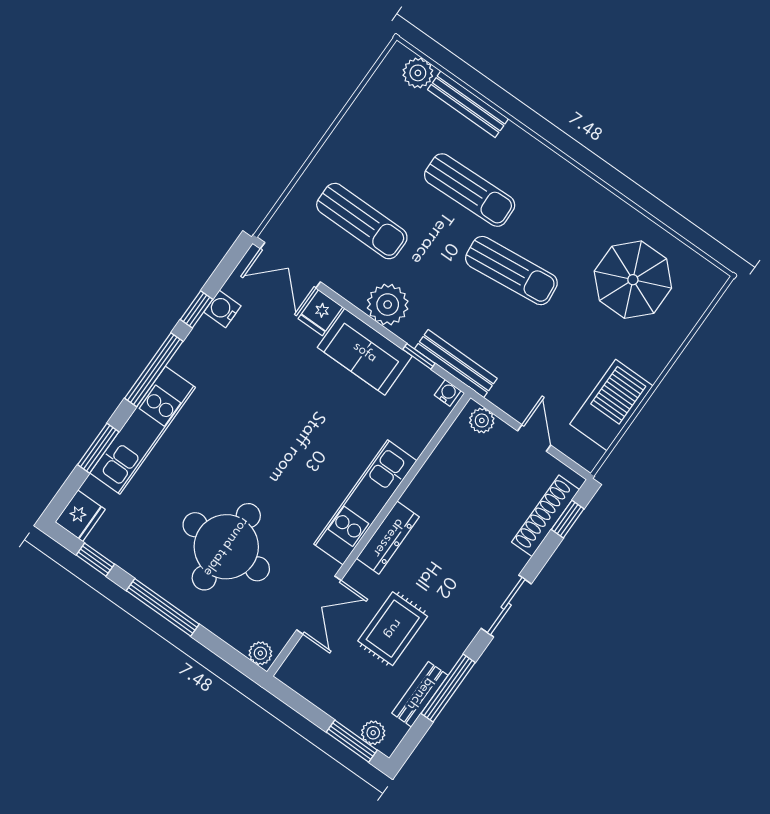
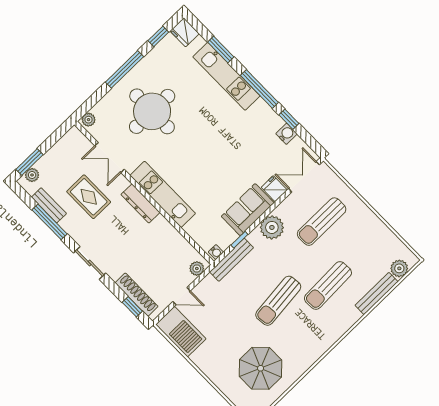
barbecue: (611, 405) -> (181, 332), moved

